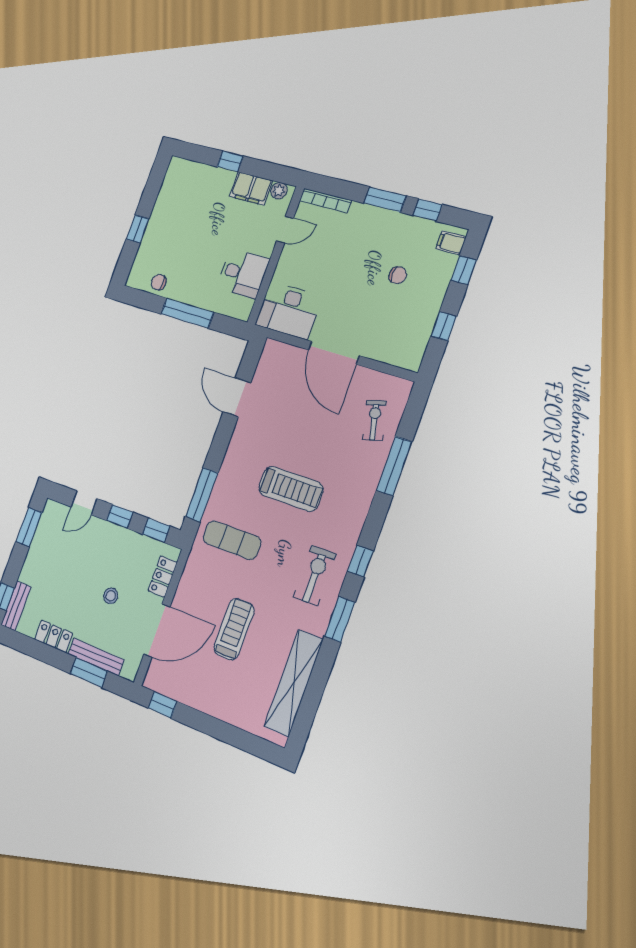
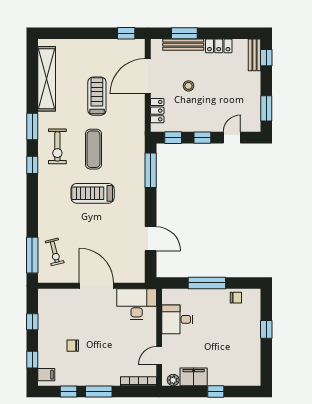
window: (394, 466) -> (32, 255), moved
exercise mat: (232, 540) -> (93, 149), moved, turned 90
treadmill: (234, 629) -> (97, 96), turned 180

